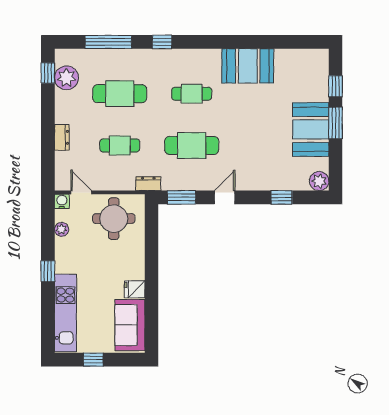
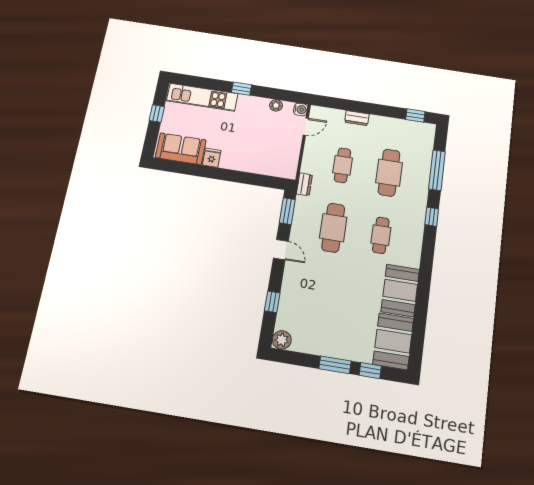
plant: (66, 78) -> (409, 130), removed
booth: (311, 129) -> (393, 341), moved, turned 90
round table: (114, 219) -> (278, 150), removed

